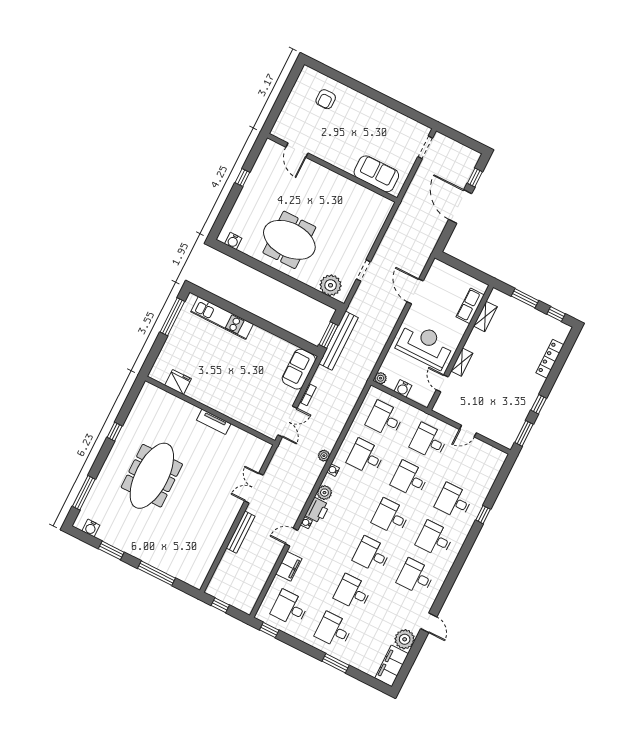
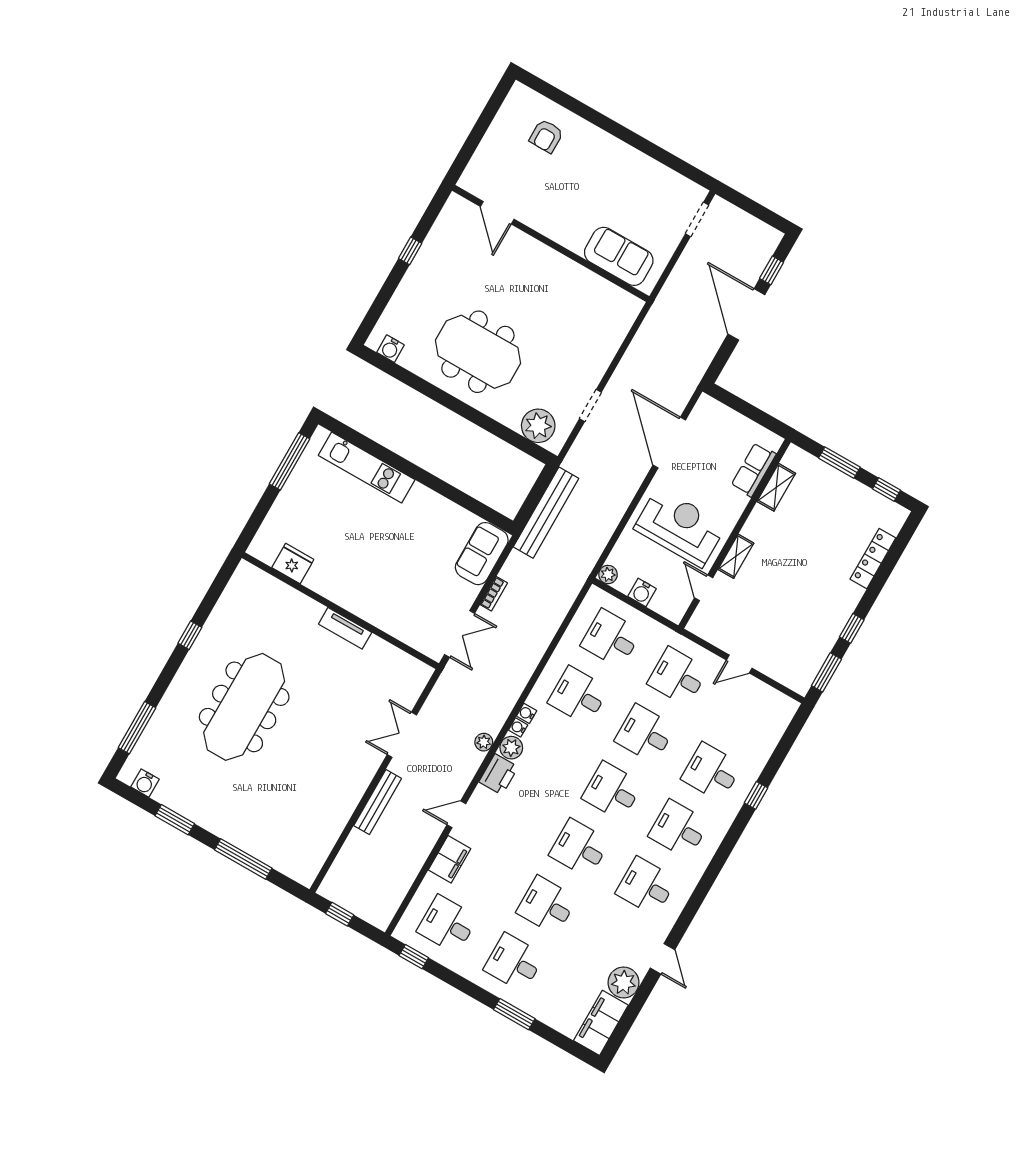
door: (415, 291) -> (669, 442), width x1.36
window: (329, 335) -> (531, 503), removed
plant: (324, 456) -> (484, 742), moved
water cooler: (306, 523) -> (518, 727), moved

